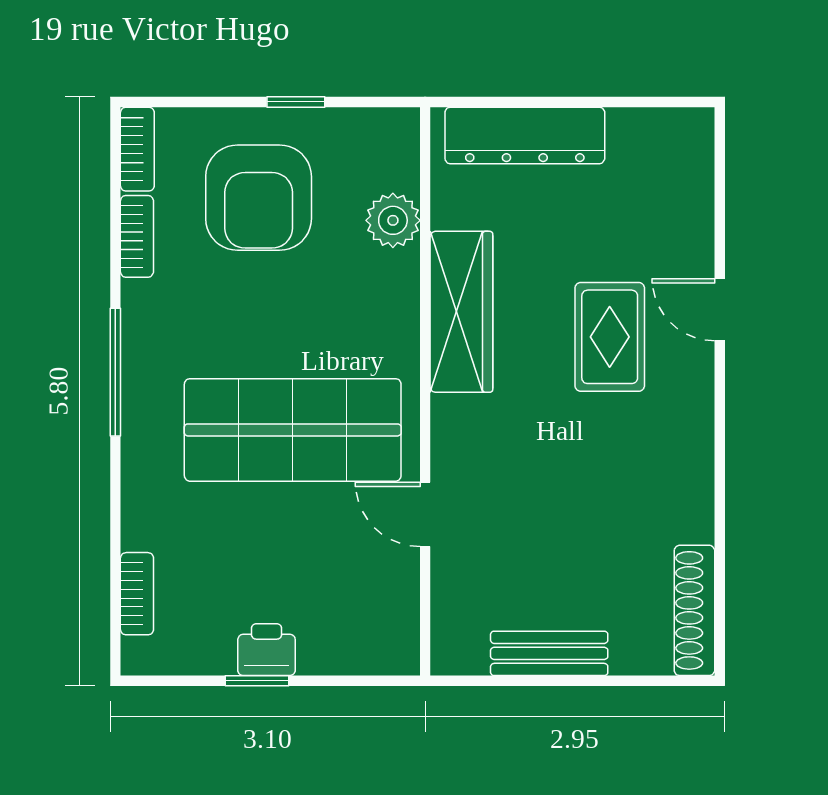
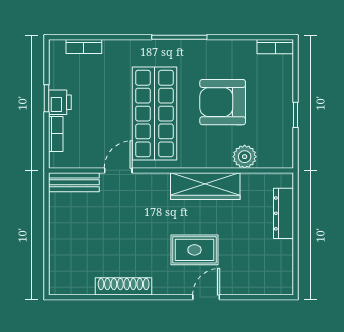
dresser: (525, 135) -> (284, 213), width x0.73, depth x0.80
armchair: (259, 198) -> (223, 102), moved
bookcase: (137, 236) -> (56, 134), moved, turned -90
shoe rack: (694, 610) -> (124, 286), moved
bench: (549, 653) -> (74, 182), moved, turned 90

